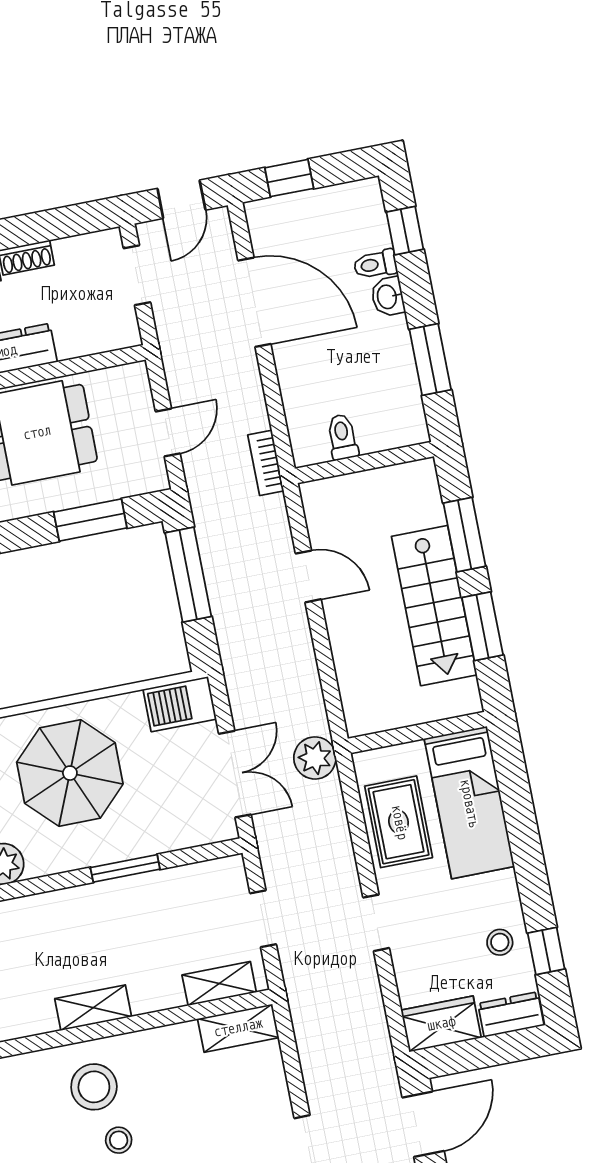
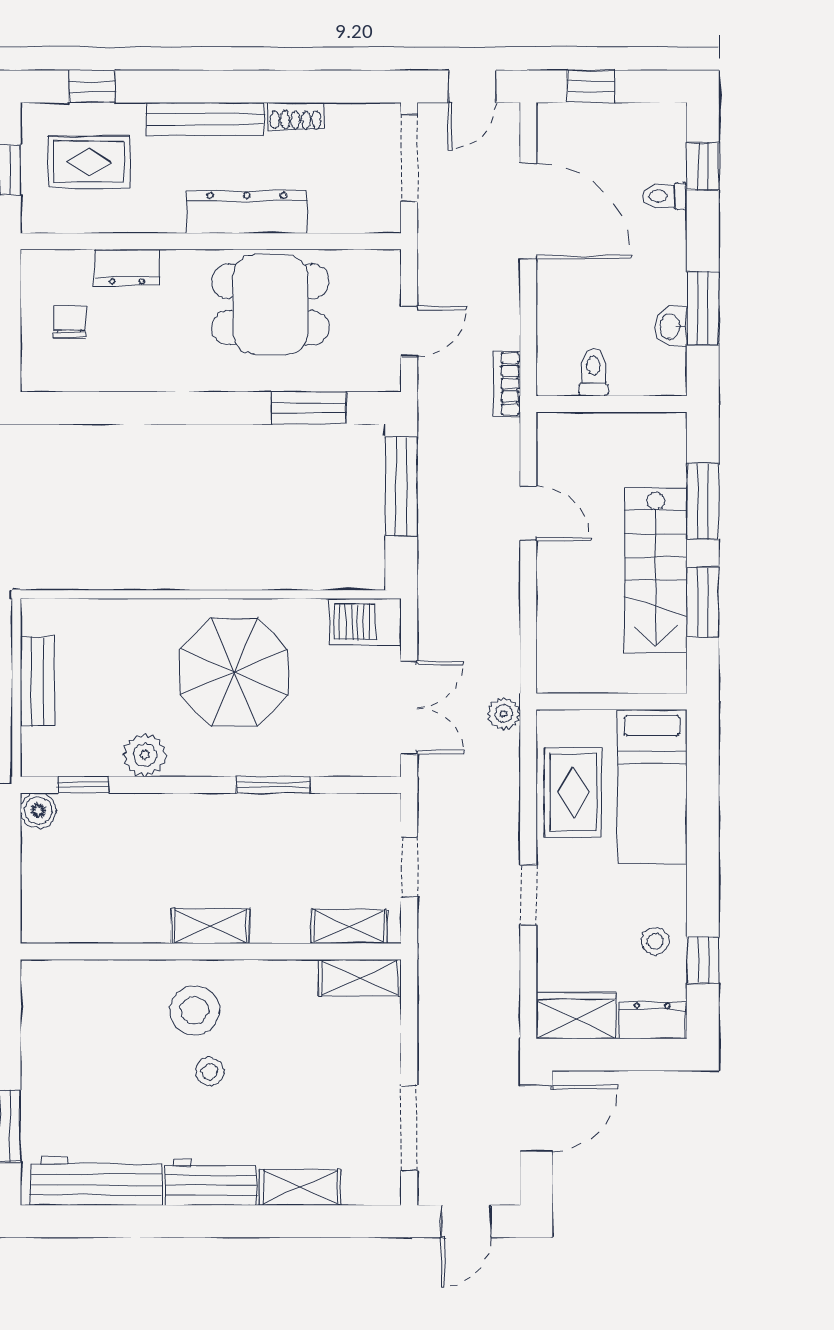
doorway: (137, 275) -> (409, 158), width x1.38
washbasin: (388, 297) -> (671, 326), moved
plant: (315, 758) -> (504, 713), width x0.73, depth x0.73

